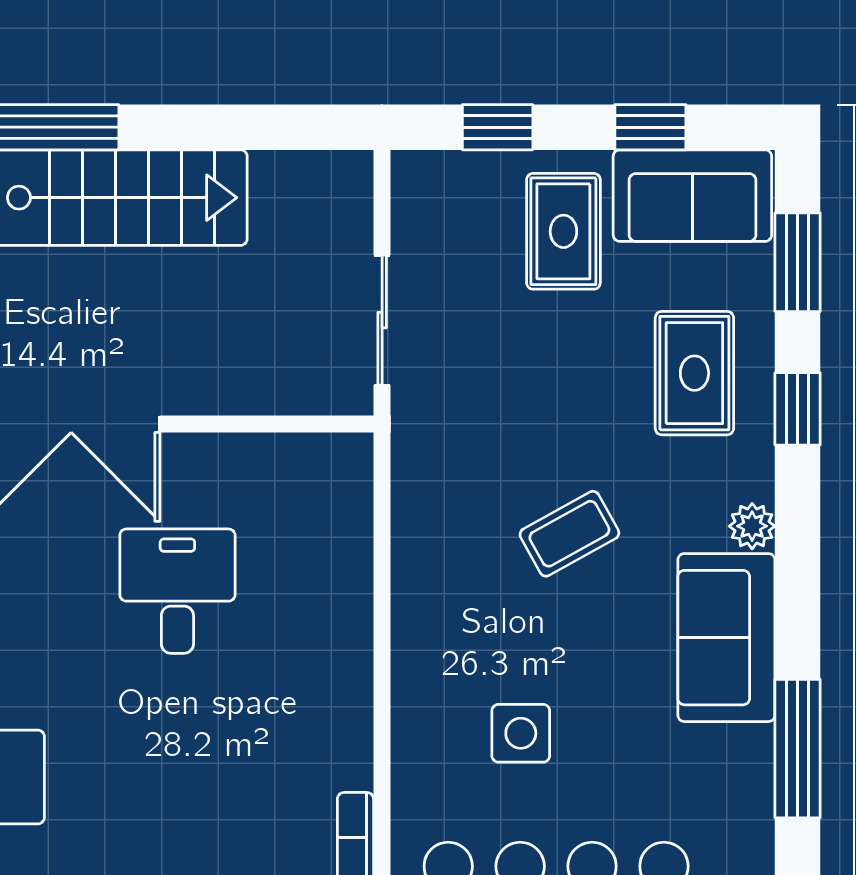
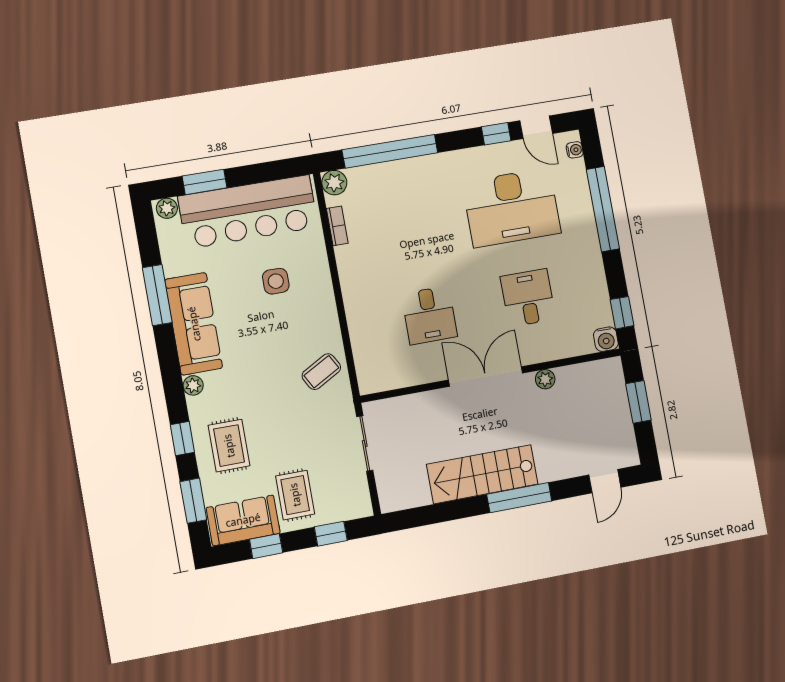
coffee table: (569, 534) -> (321, 372), moved
sofa: (726, 638) -> (194, 324), width x1.36

